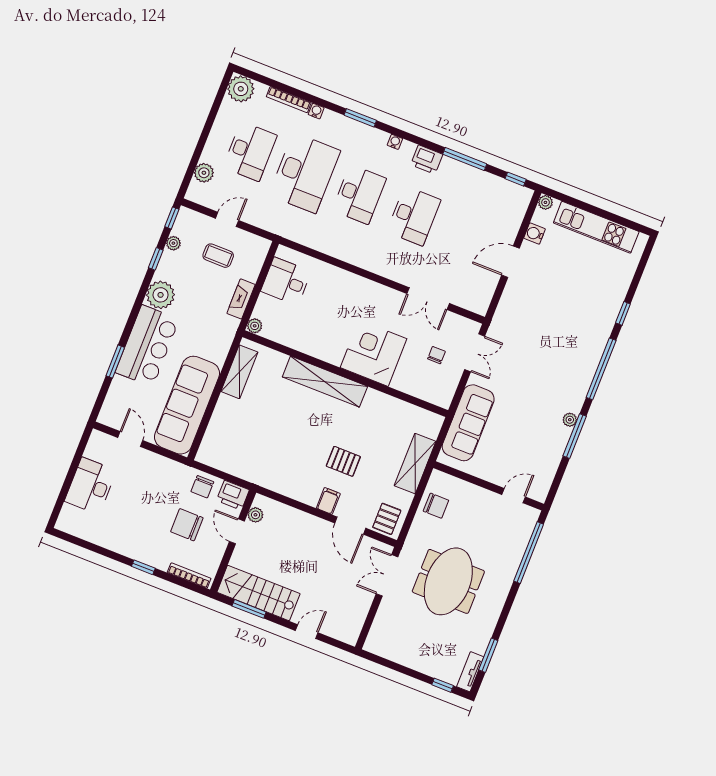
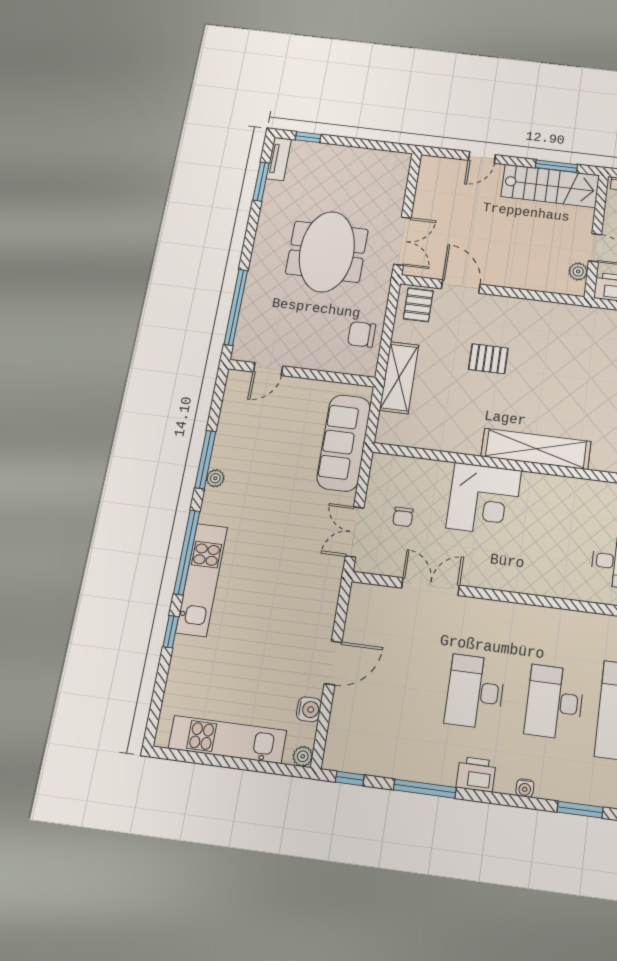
kitchen unit: (594, 346) -> (202, 580), added
filing cabinet: (328, 501) -> (495, 308), removed

